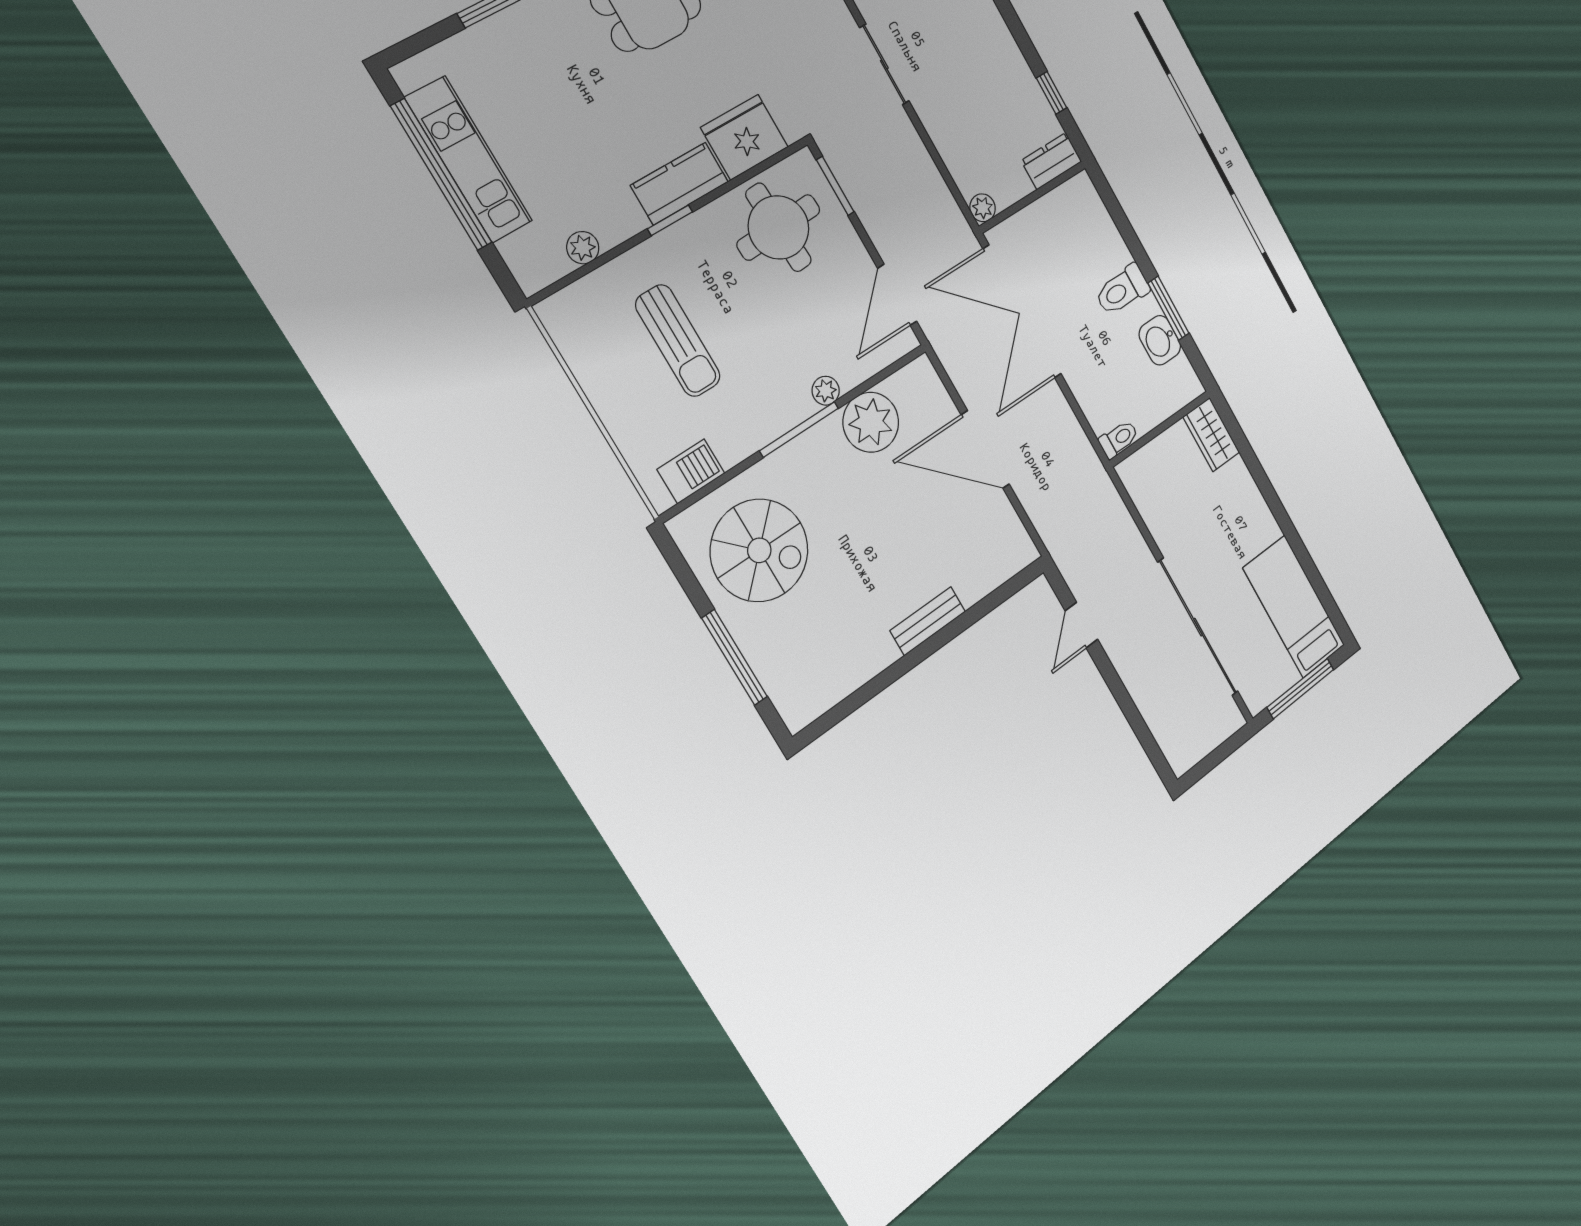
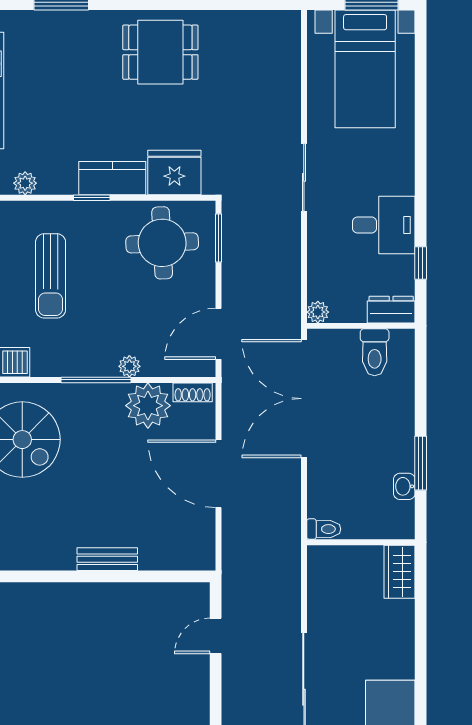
desk: (993, 72) -> (384, 225), added
toilet: (1122, 290) -> (375, 352), moved, turned -90
washbasin: (1160, 340) -> (404, 486), width x0.72, depth x0.69
shoe rack: (908, 377) -> (193, 392), added

